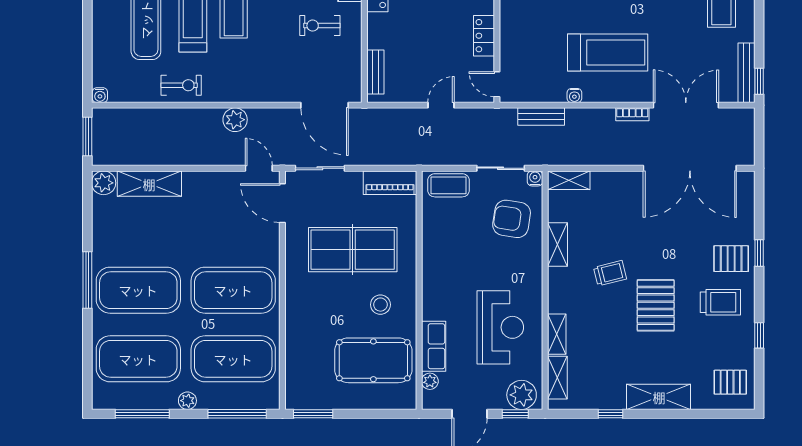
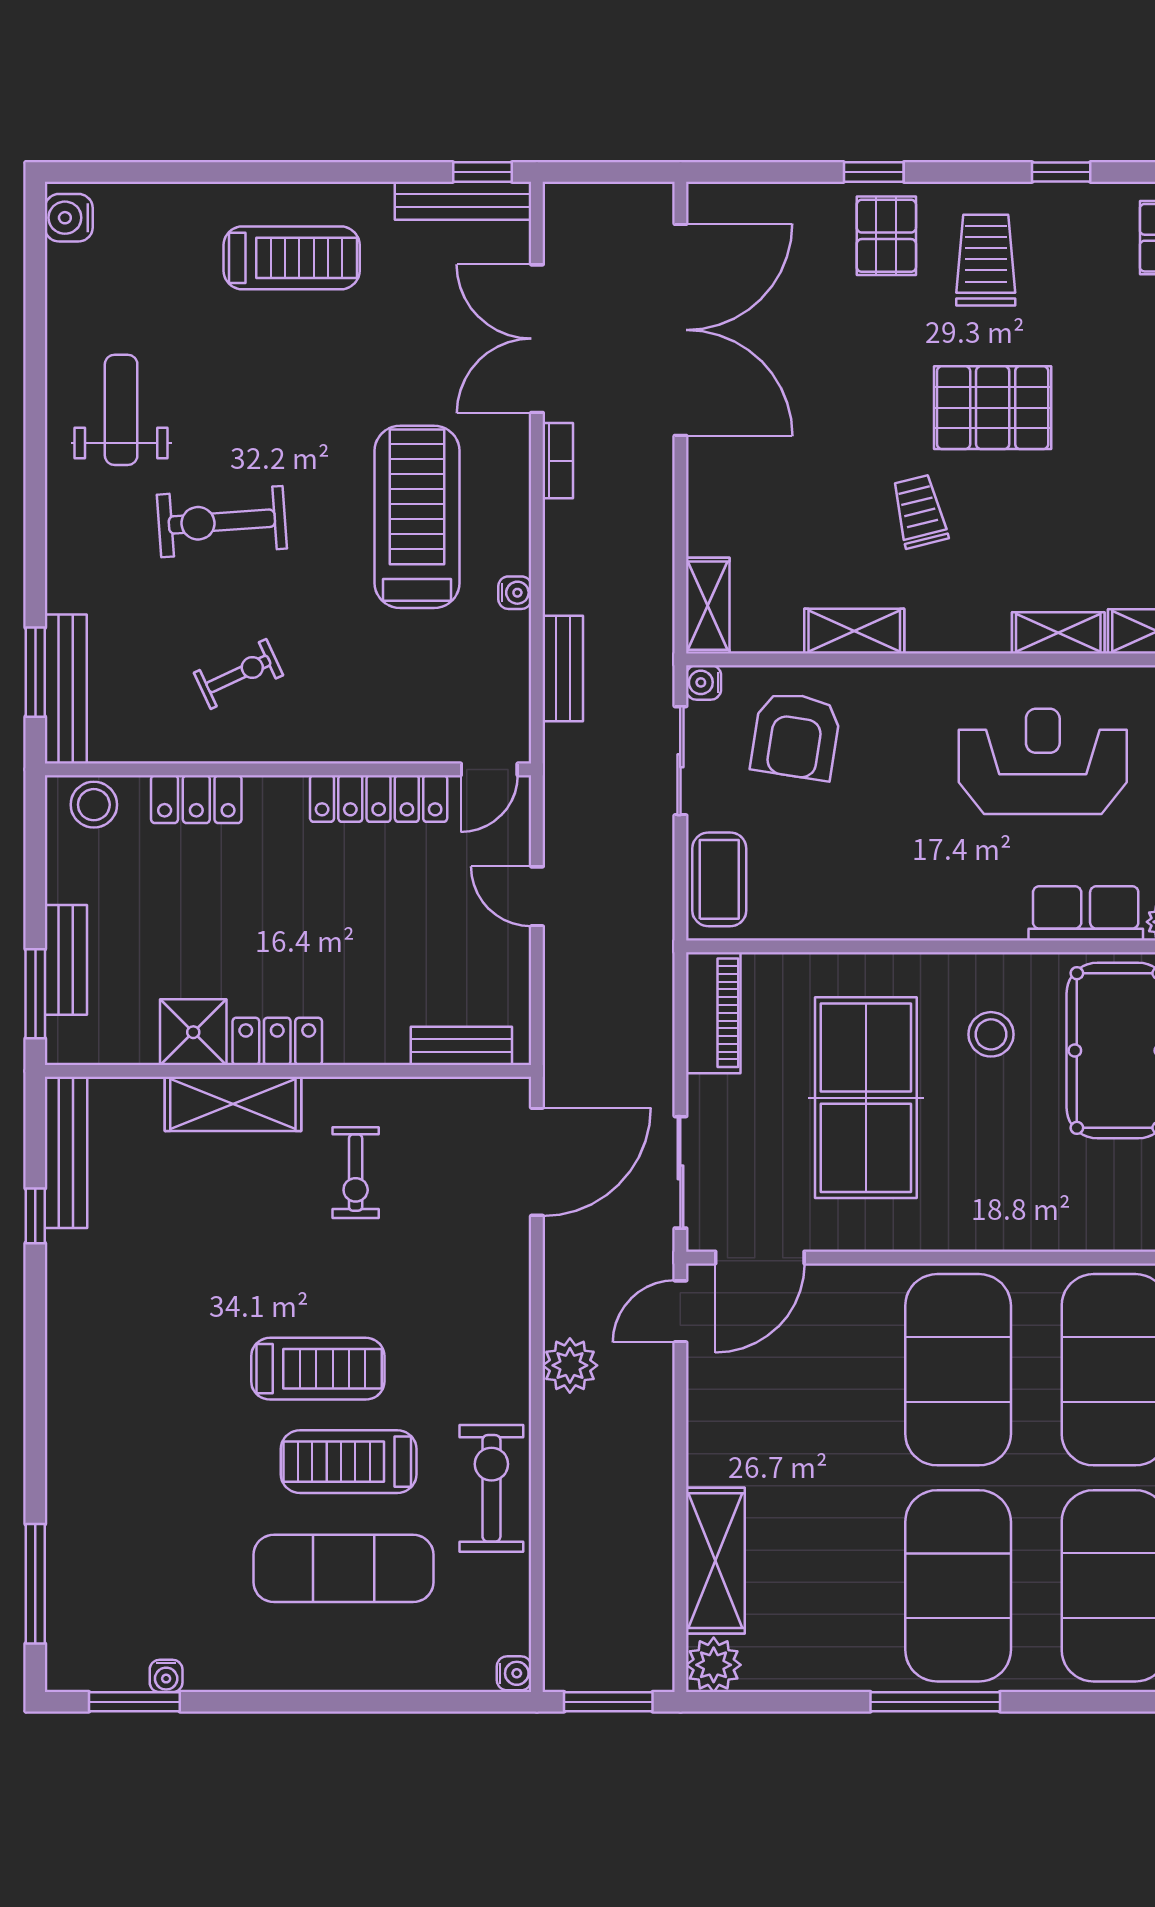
locker: (484, 36) -> (379, 799), width x1.53
exercise bike: (181, 85) -> (491, 1488), width x1.38, depth x1.39

